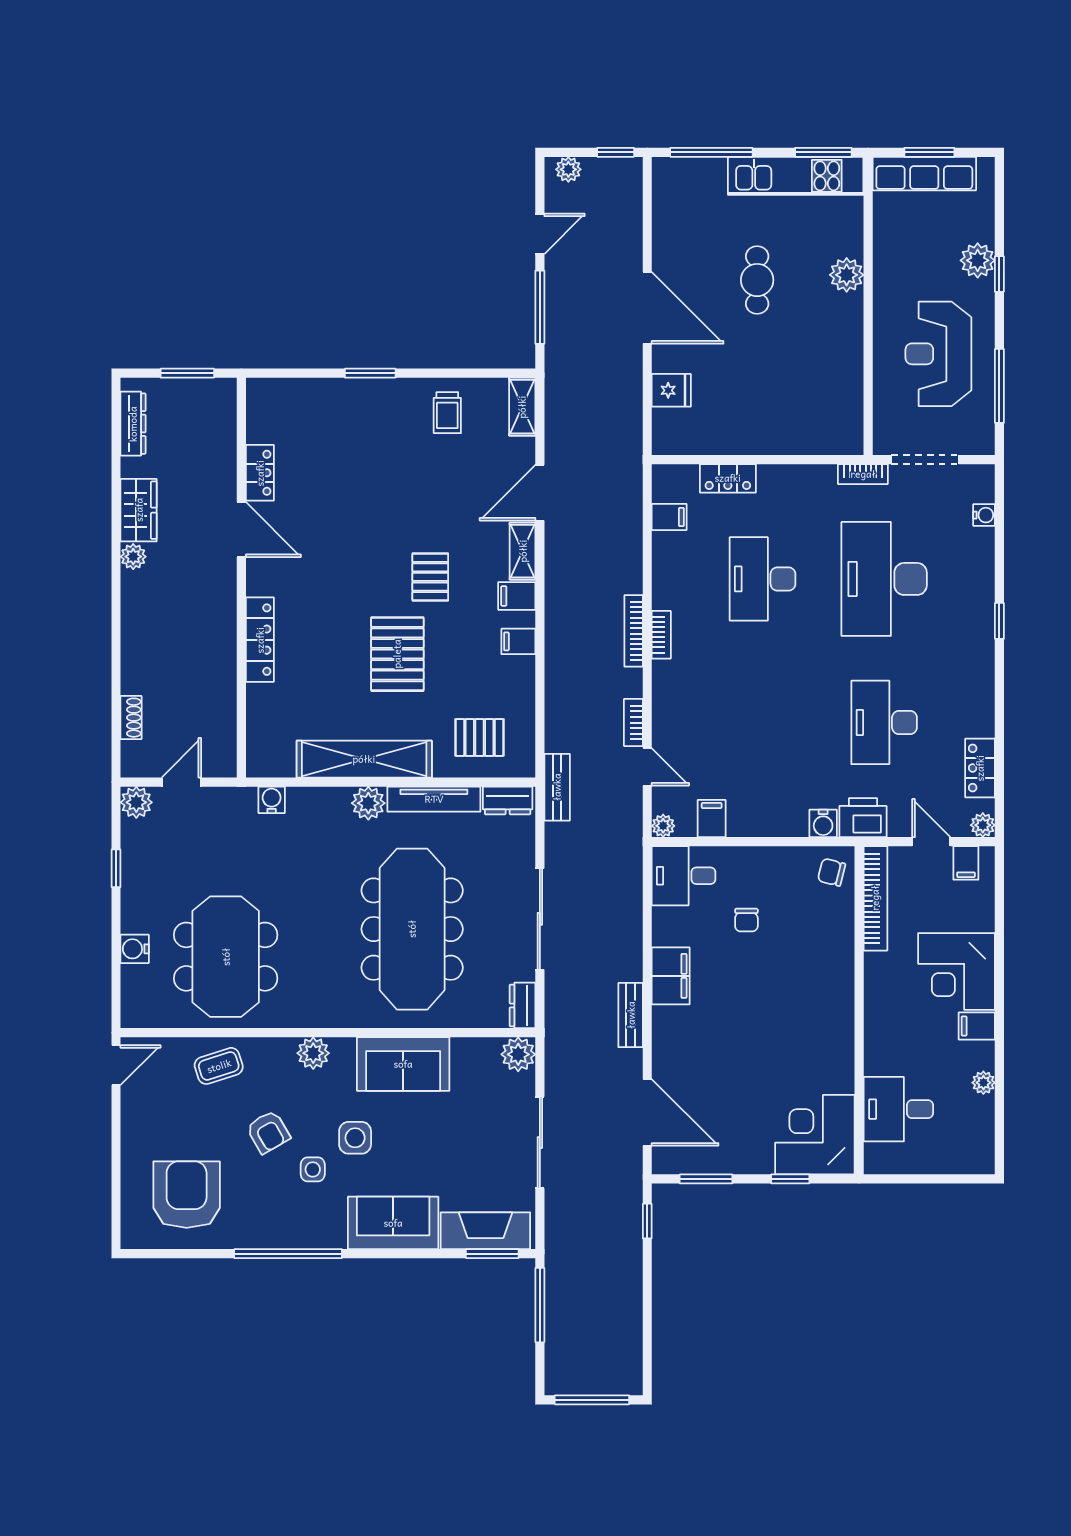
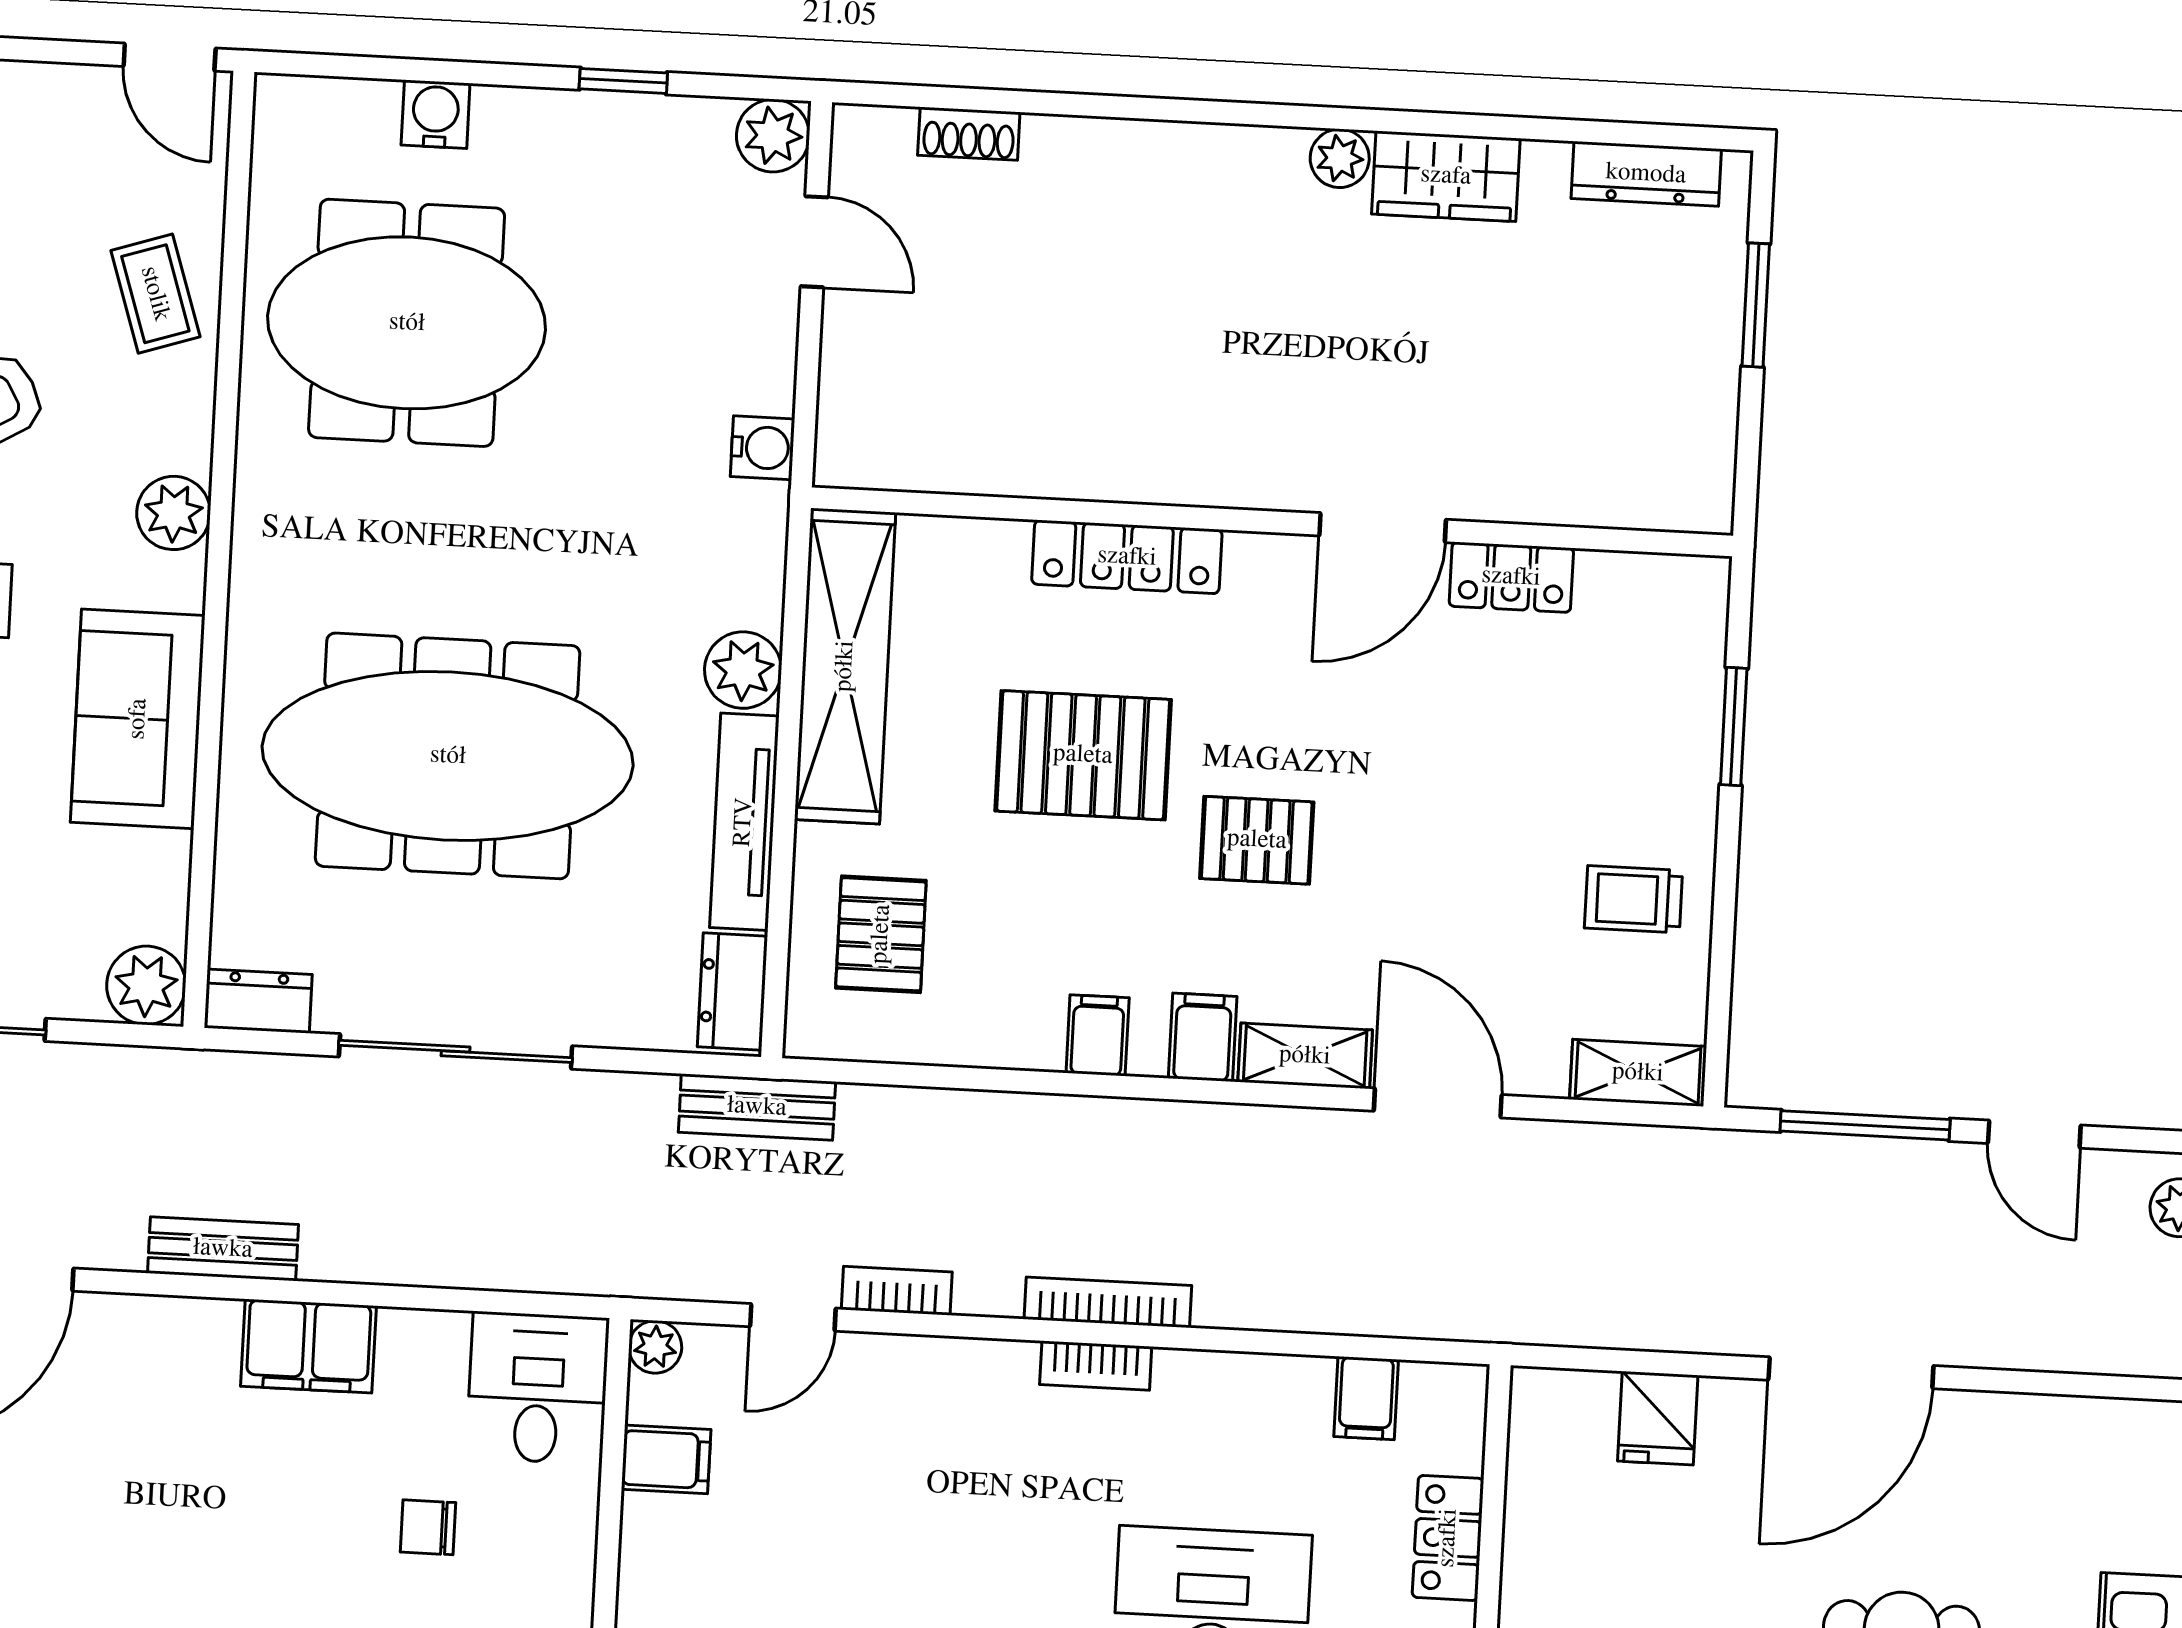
locker: (260, 473) -> (1511, 577), moved
door: (241, 530) -> (1383, 528), moved
wall: (241, 578) -> (1272, 522), moved
locker: (260, 640) -> (1127, 557), moved

